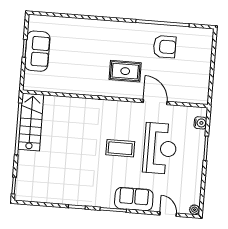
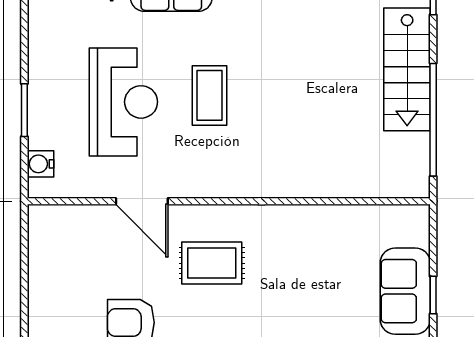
stairs: (31, 122) -> (407, 69), moved
coffee table: (120, 148) -> (210, 95), turned 90
reception desk: (160, 148) -> (123, 102), turned 180

